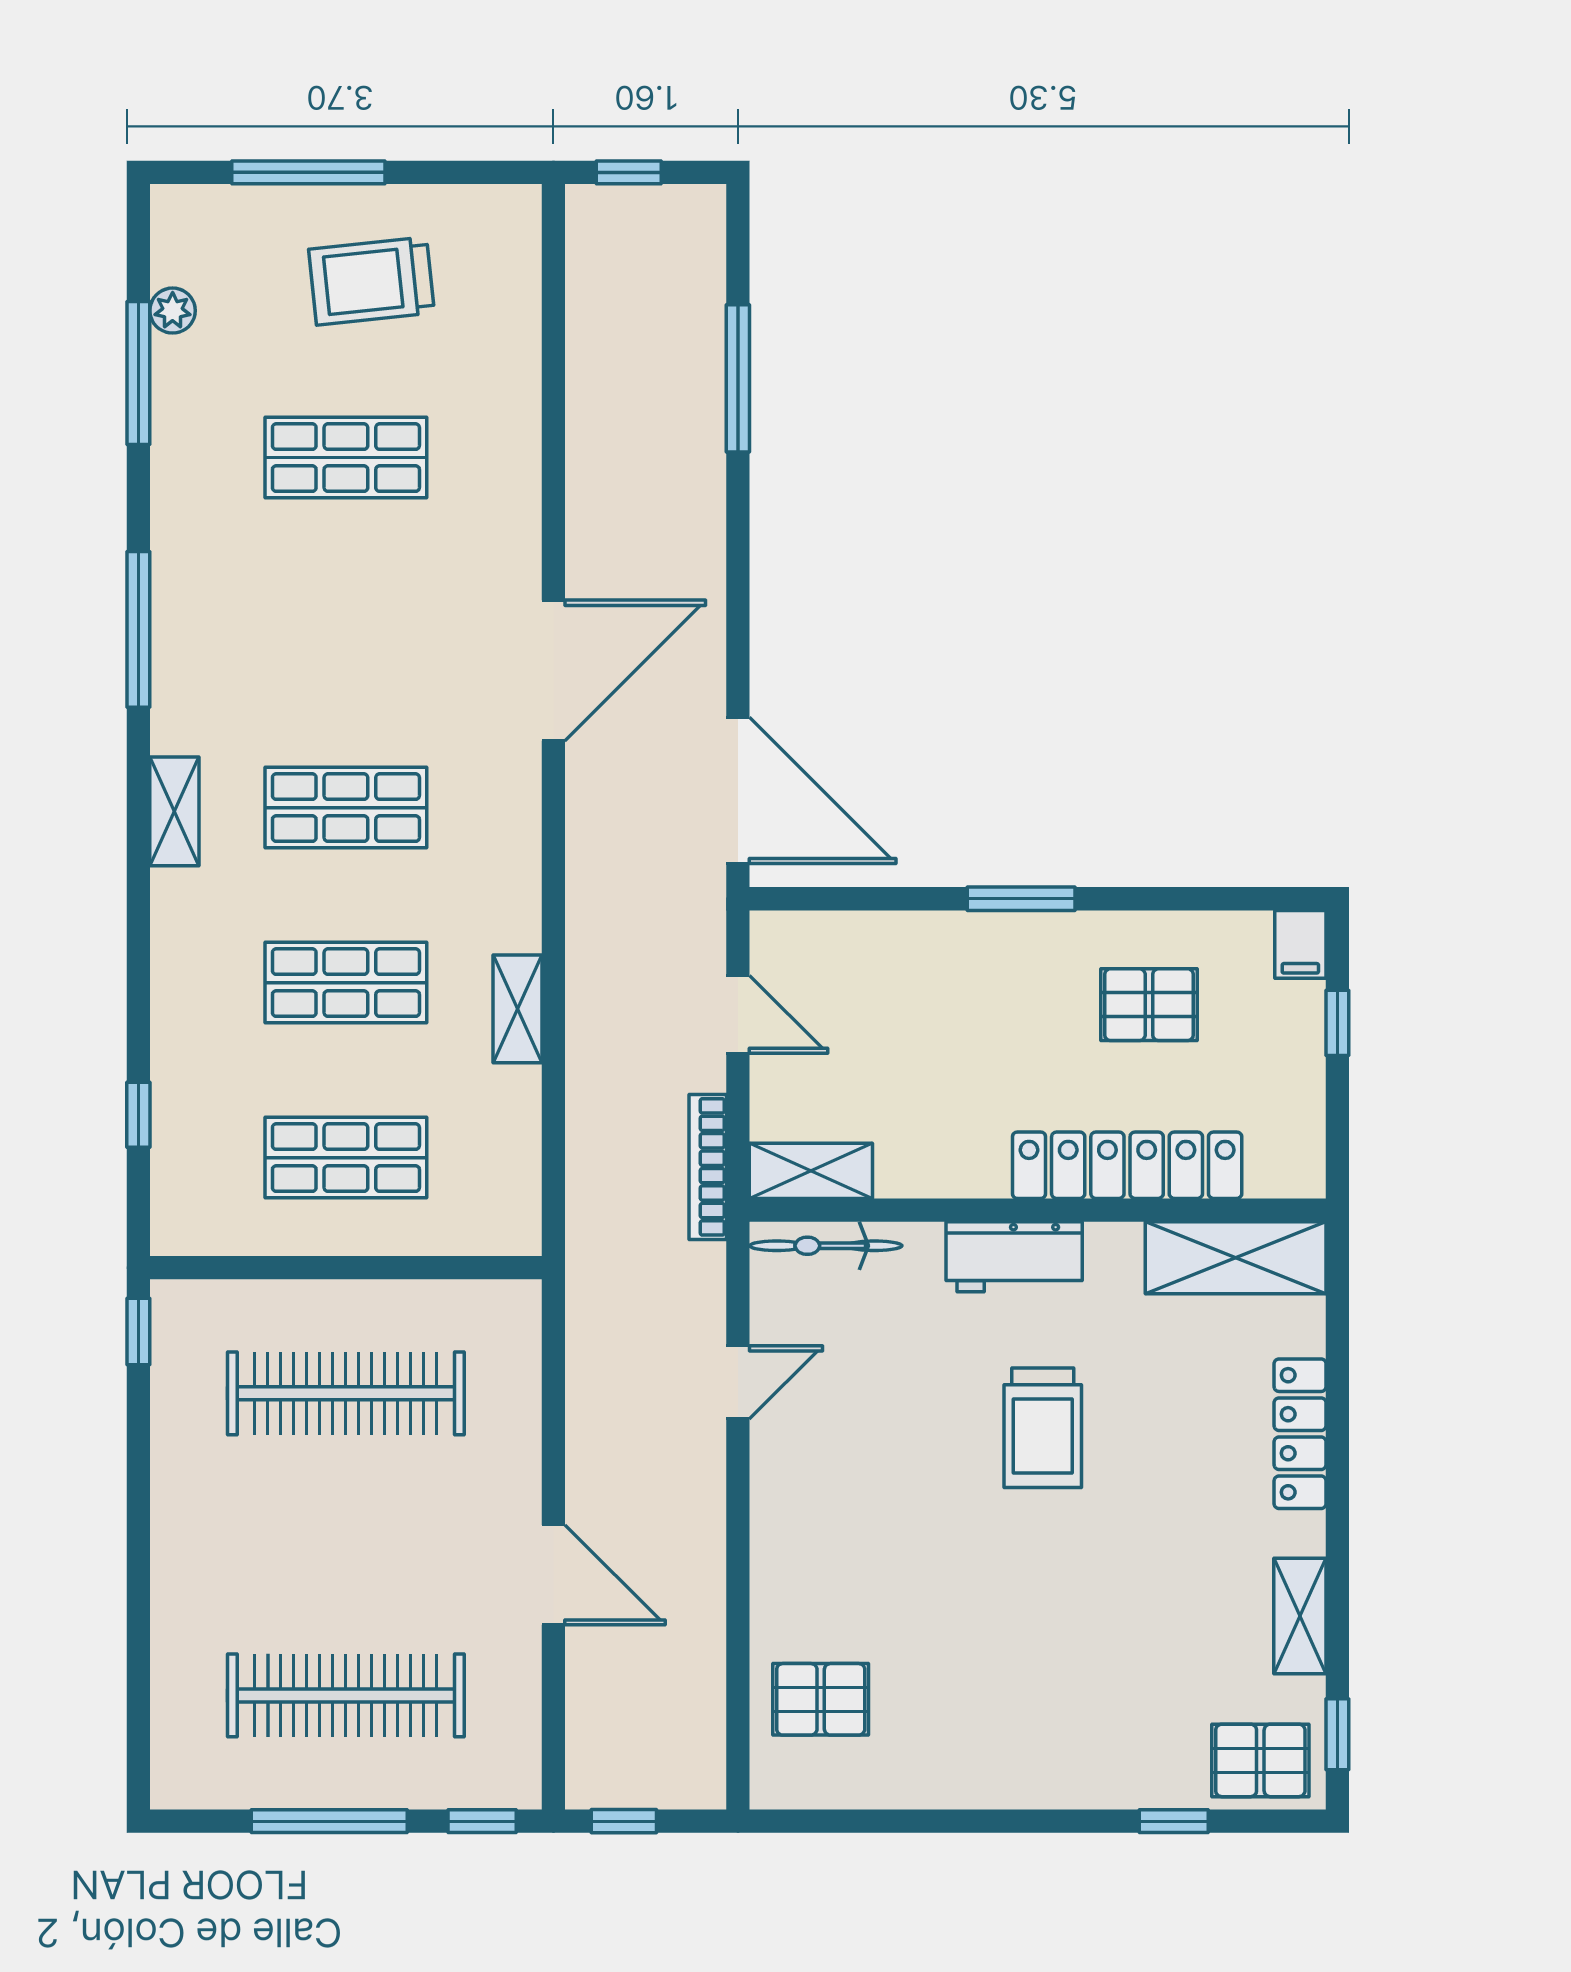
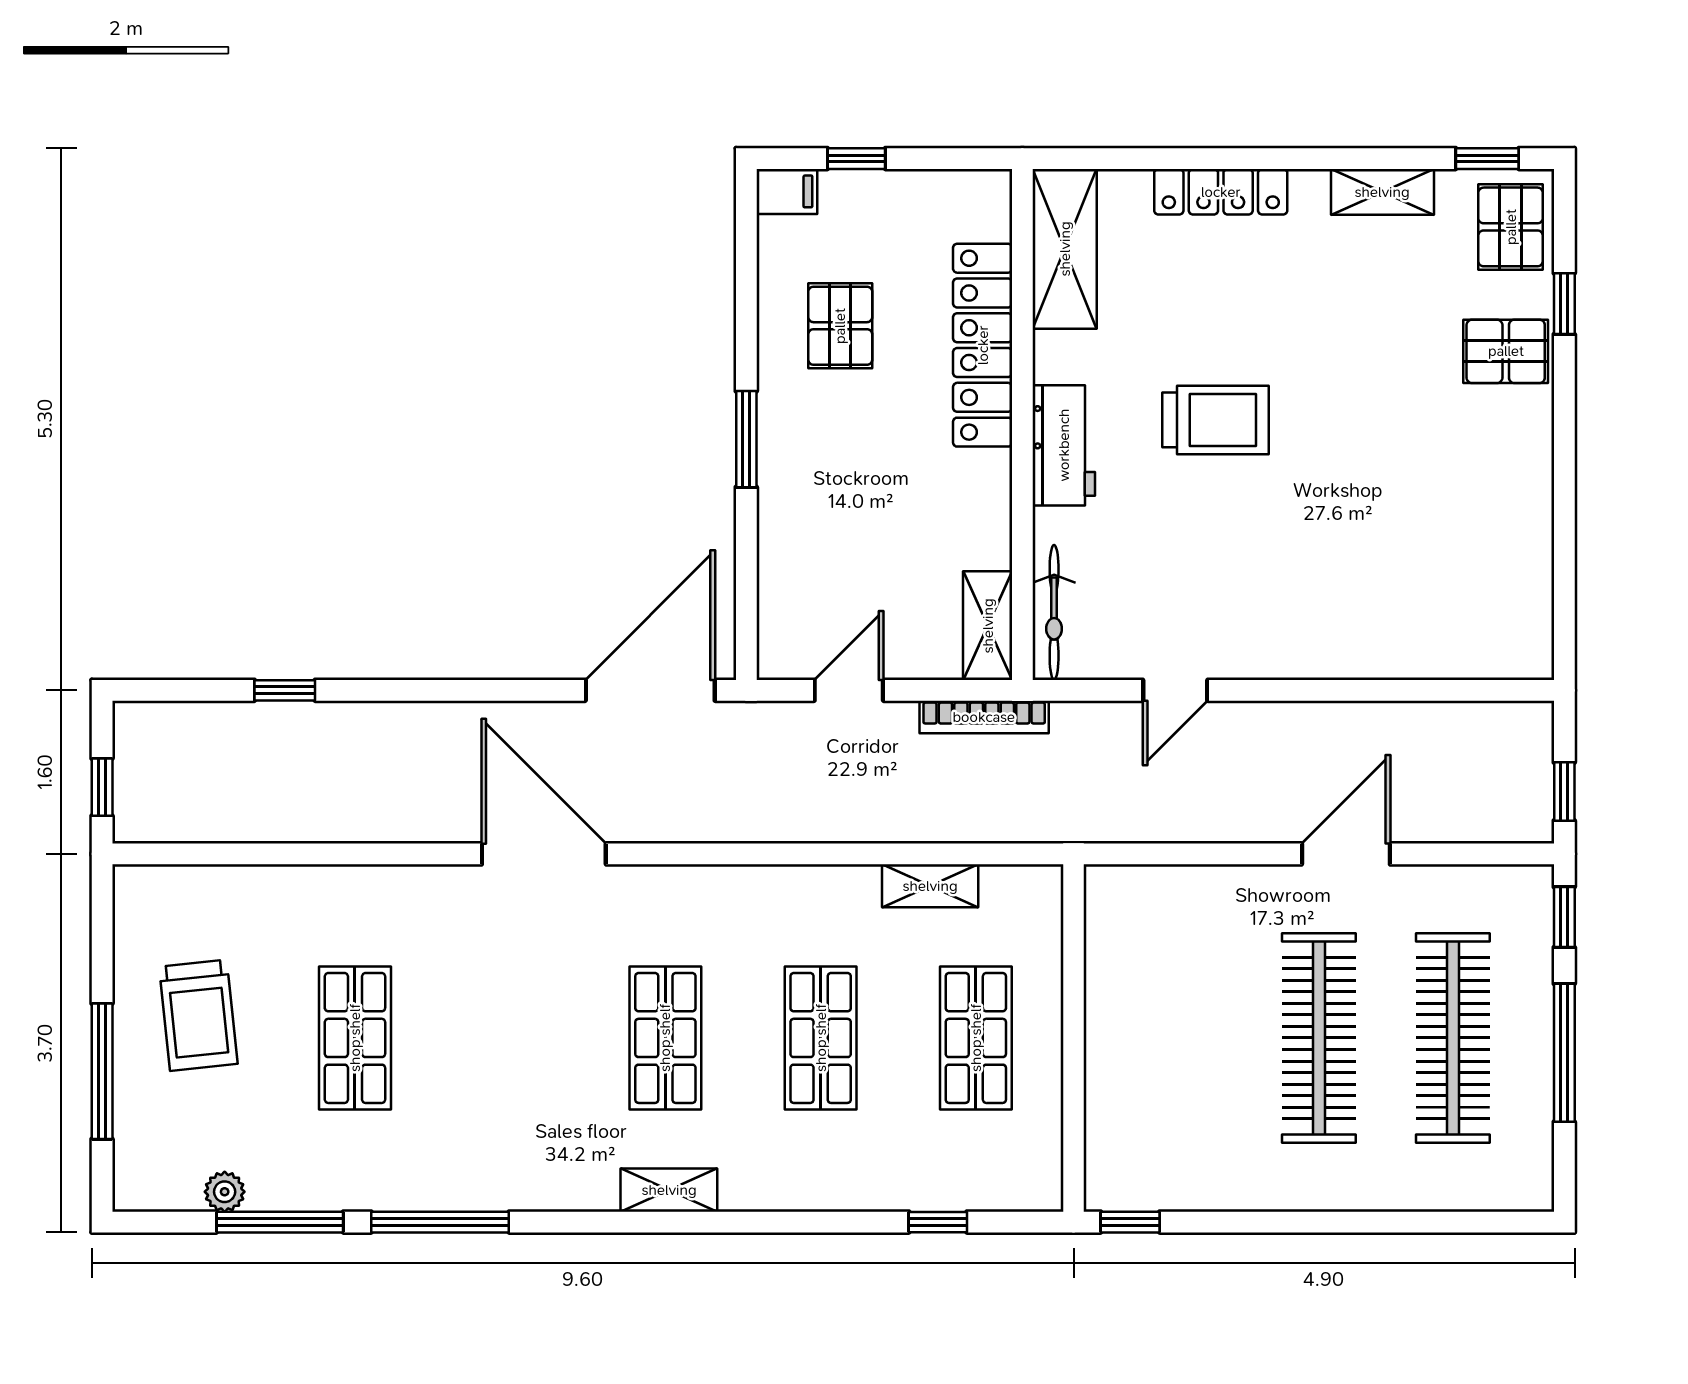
window: (738, 378) -> (285, 690), width x0.46
window: (138, 629) -> (440, 1222), moved
shelving: (518, 1009) -> (930, 886), moved
door: (738, 1382) -> (1175, 690), swing flipped
clothes rail: (346, 1393) -> (1319, 1038), moved
pallet: (821, 1699) -> (1506, 351), moved, turned 90

